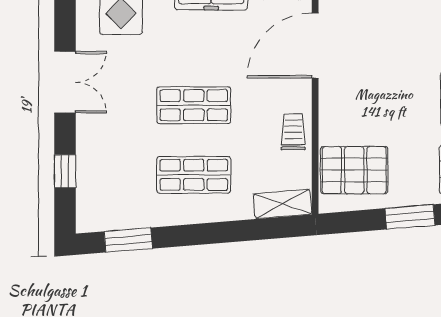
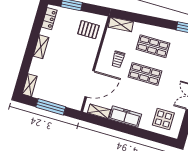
trolley: (293, 132) -> (118, 59), moved
pallet: (354, 170) -> (88, 30), width x0.67, depth x0.71

